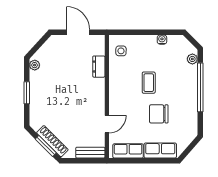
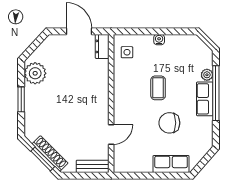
water cooler: (162, 40) -> (159, 40), moved
plant: (192, 59) -> (207, 75), moved
plant: (35, 65) -> (35, 73), width x1.88, depth x1.88
dresser: (99, 67) -> (102, 46), moved
row of seats: (128, 151) -> (205, 99), moved, turned -90

